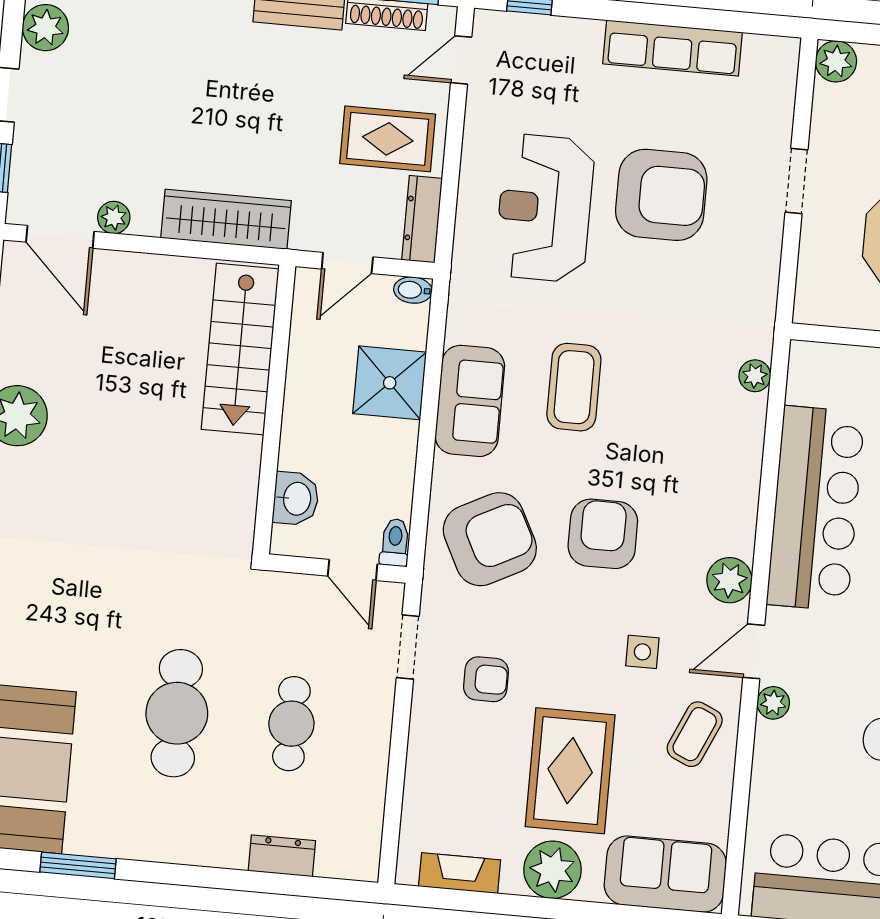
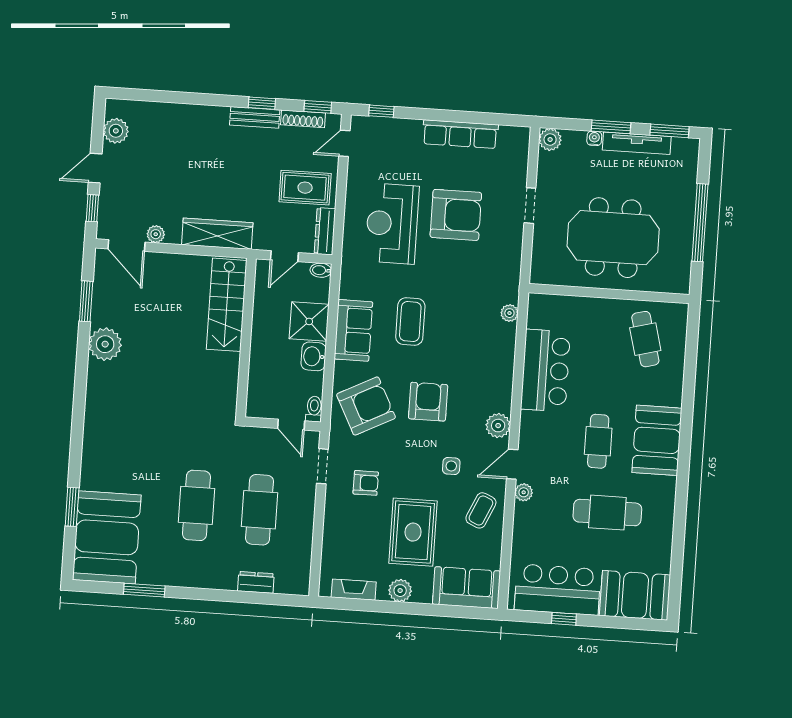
washbasin: (296, 499) -> (314, 356), moved, turned 180
bar counter: (816, 508) -> (545, 370), width x0.73
cafe table: (291, 724) -> (260, 510), width x1.37, depth x1.35
plant: (553, 870) -> (400, 591), width x0.73, depth x0.73

